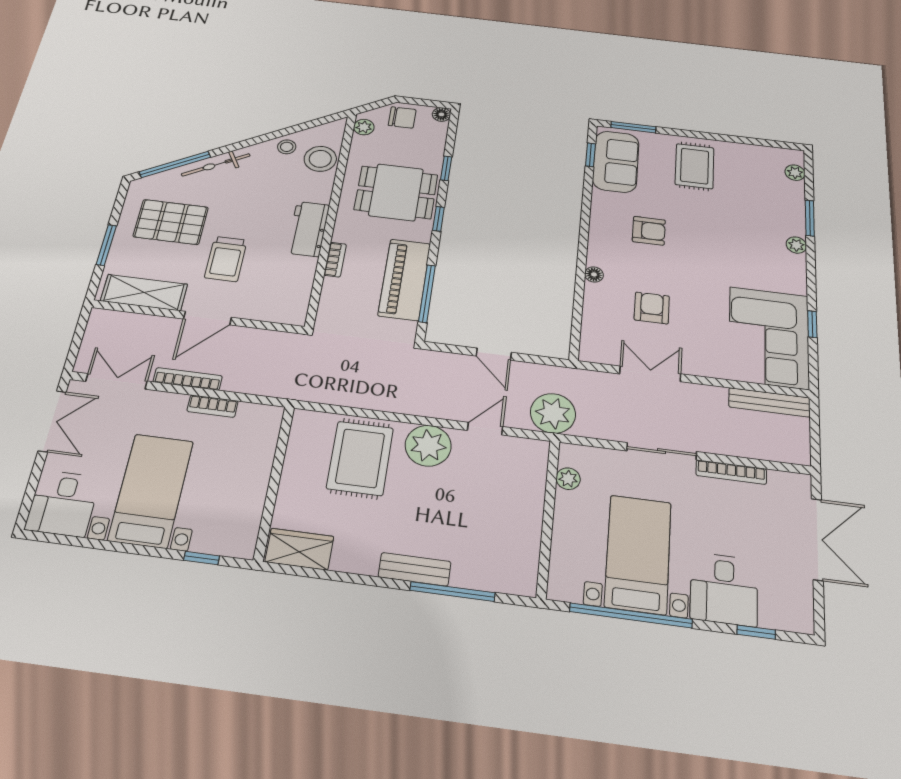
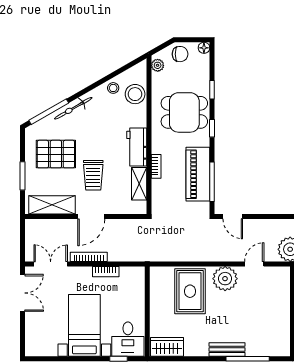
shelving: (301, 281) -> (139, 184), added
door: (494, 354) -> (233, 217), moved
desk: (63, 503) -> (128, 339), moved

